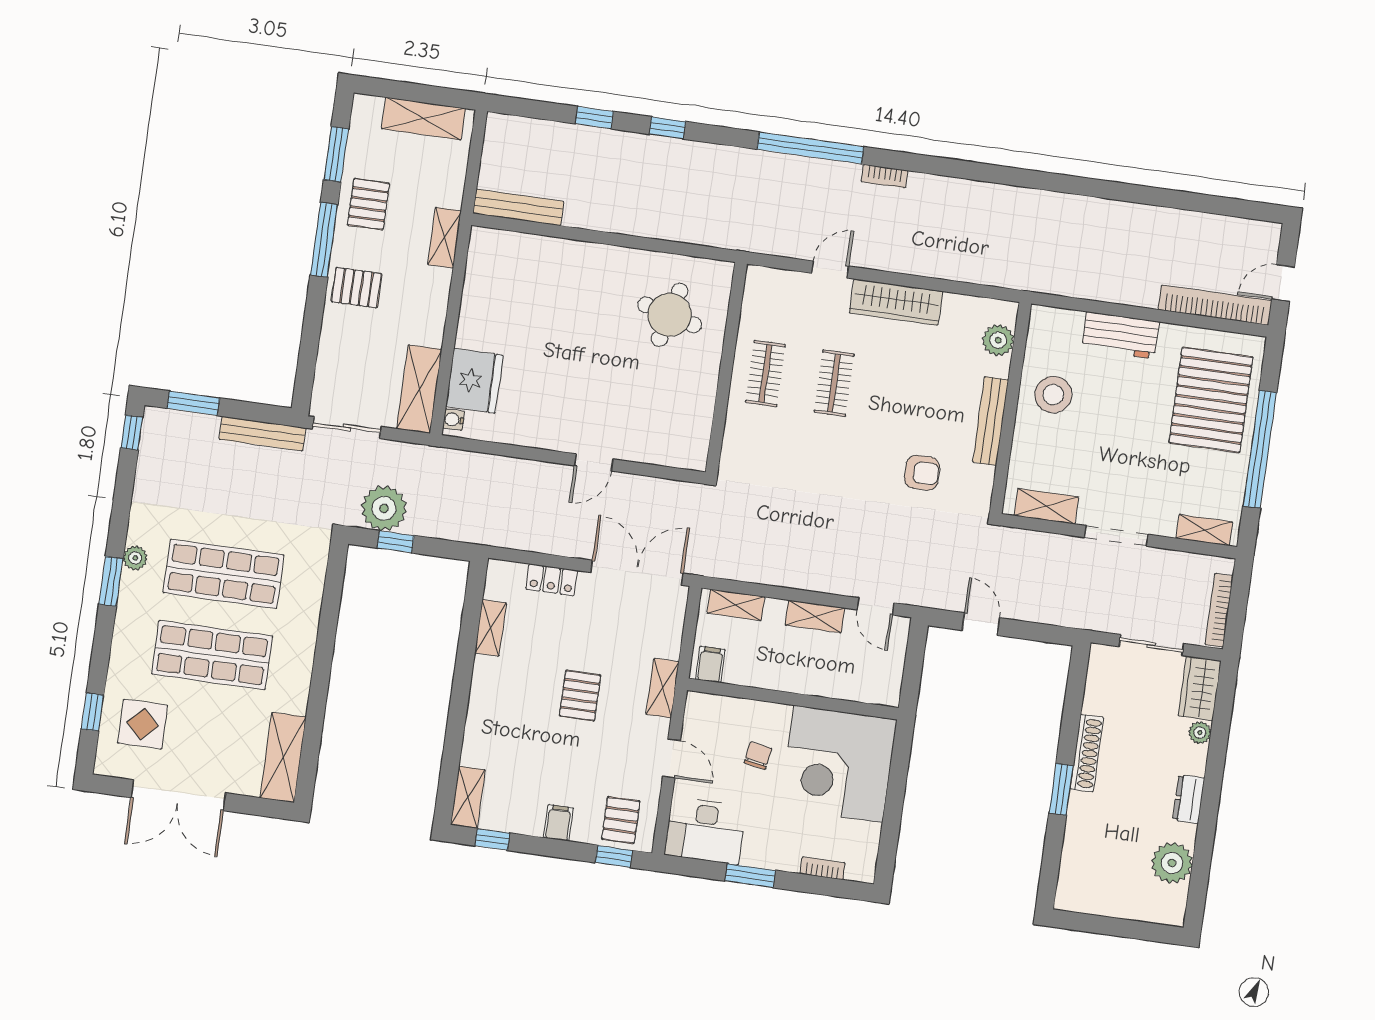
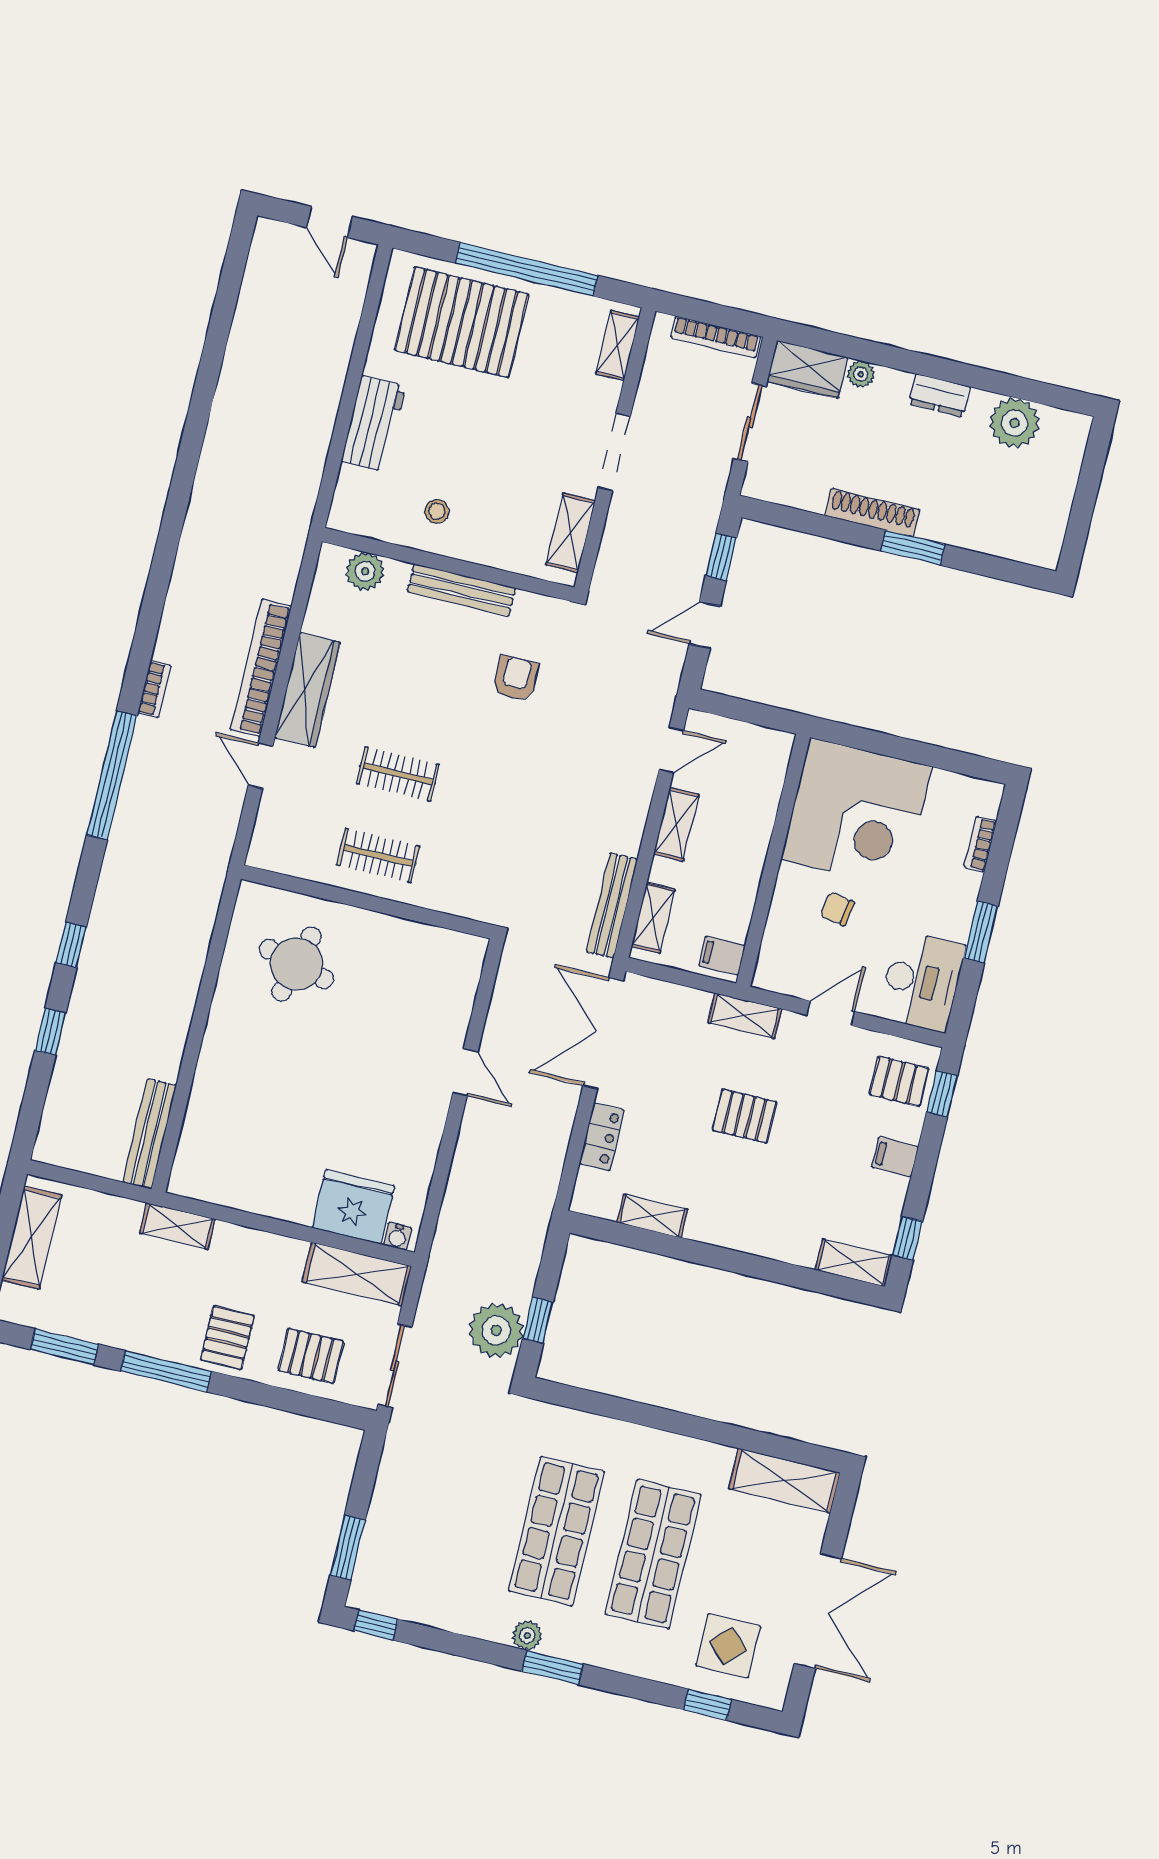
pallet: (368, 204) -> (311, 1356), moved
bookcase: (1215, 305) -> (261, 668), moved
stool: (1053, 395) -> (437, 511), width x0.53, depth x0.53
bench: (262, 434) -> (612, 906), moved
window: (1038, 632) -> (721, 557), added

